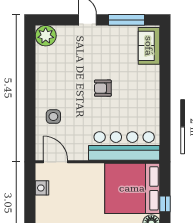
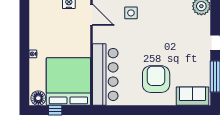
armchair: (103, 88) -> (156, 79), moved, width x1.88, depth x1.88
door: (56, 162) -> (92, 15), hinge flipped

